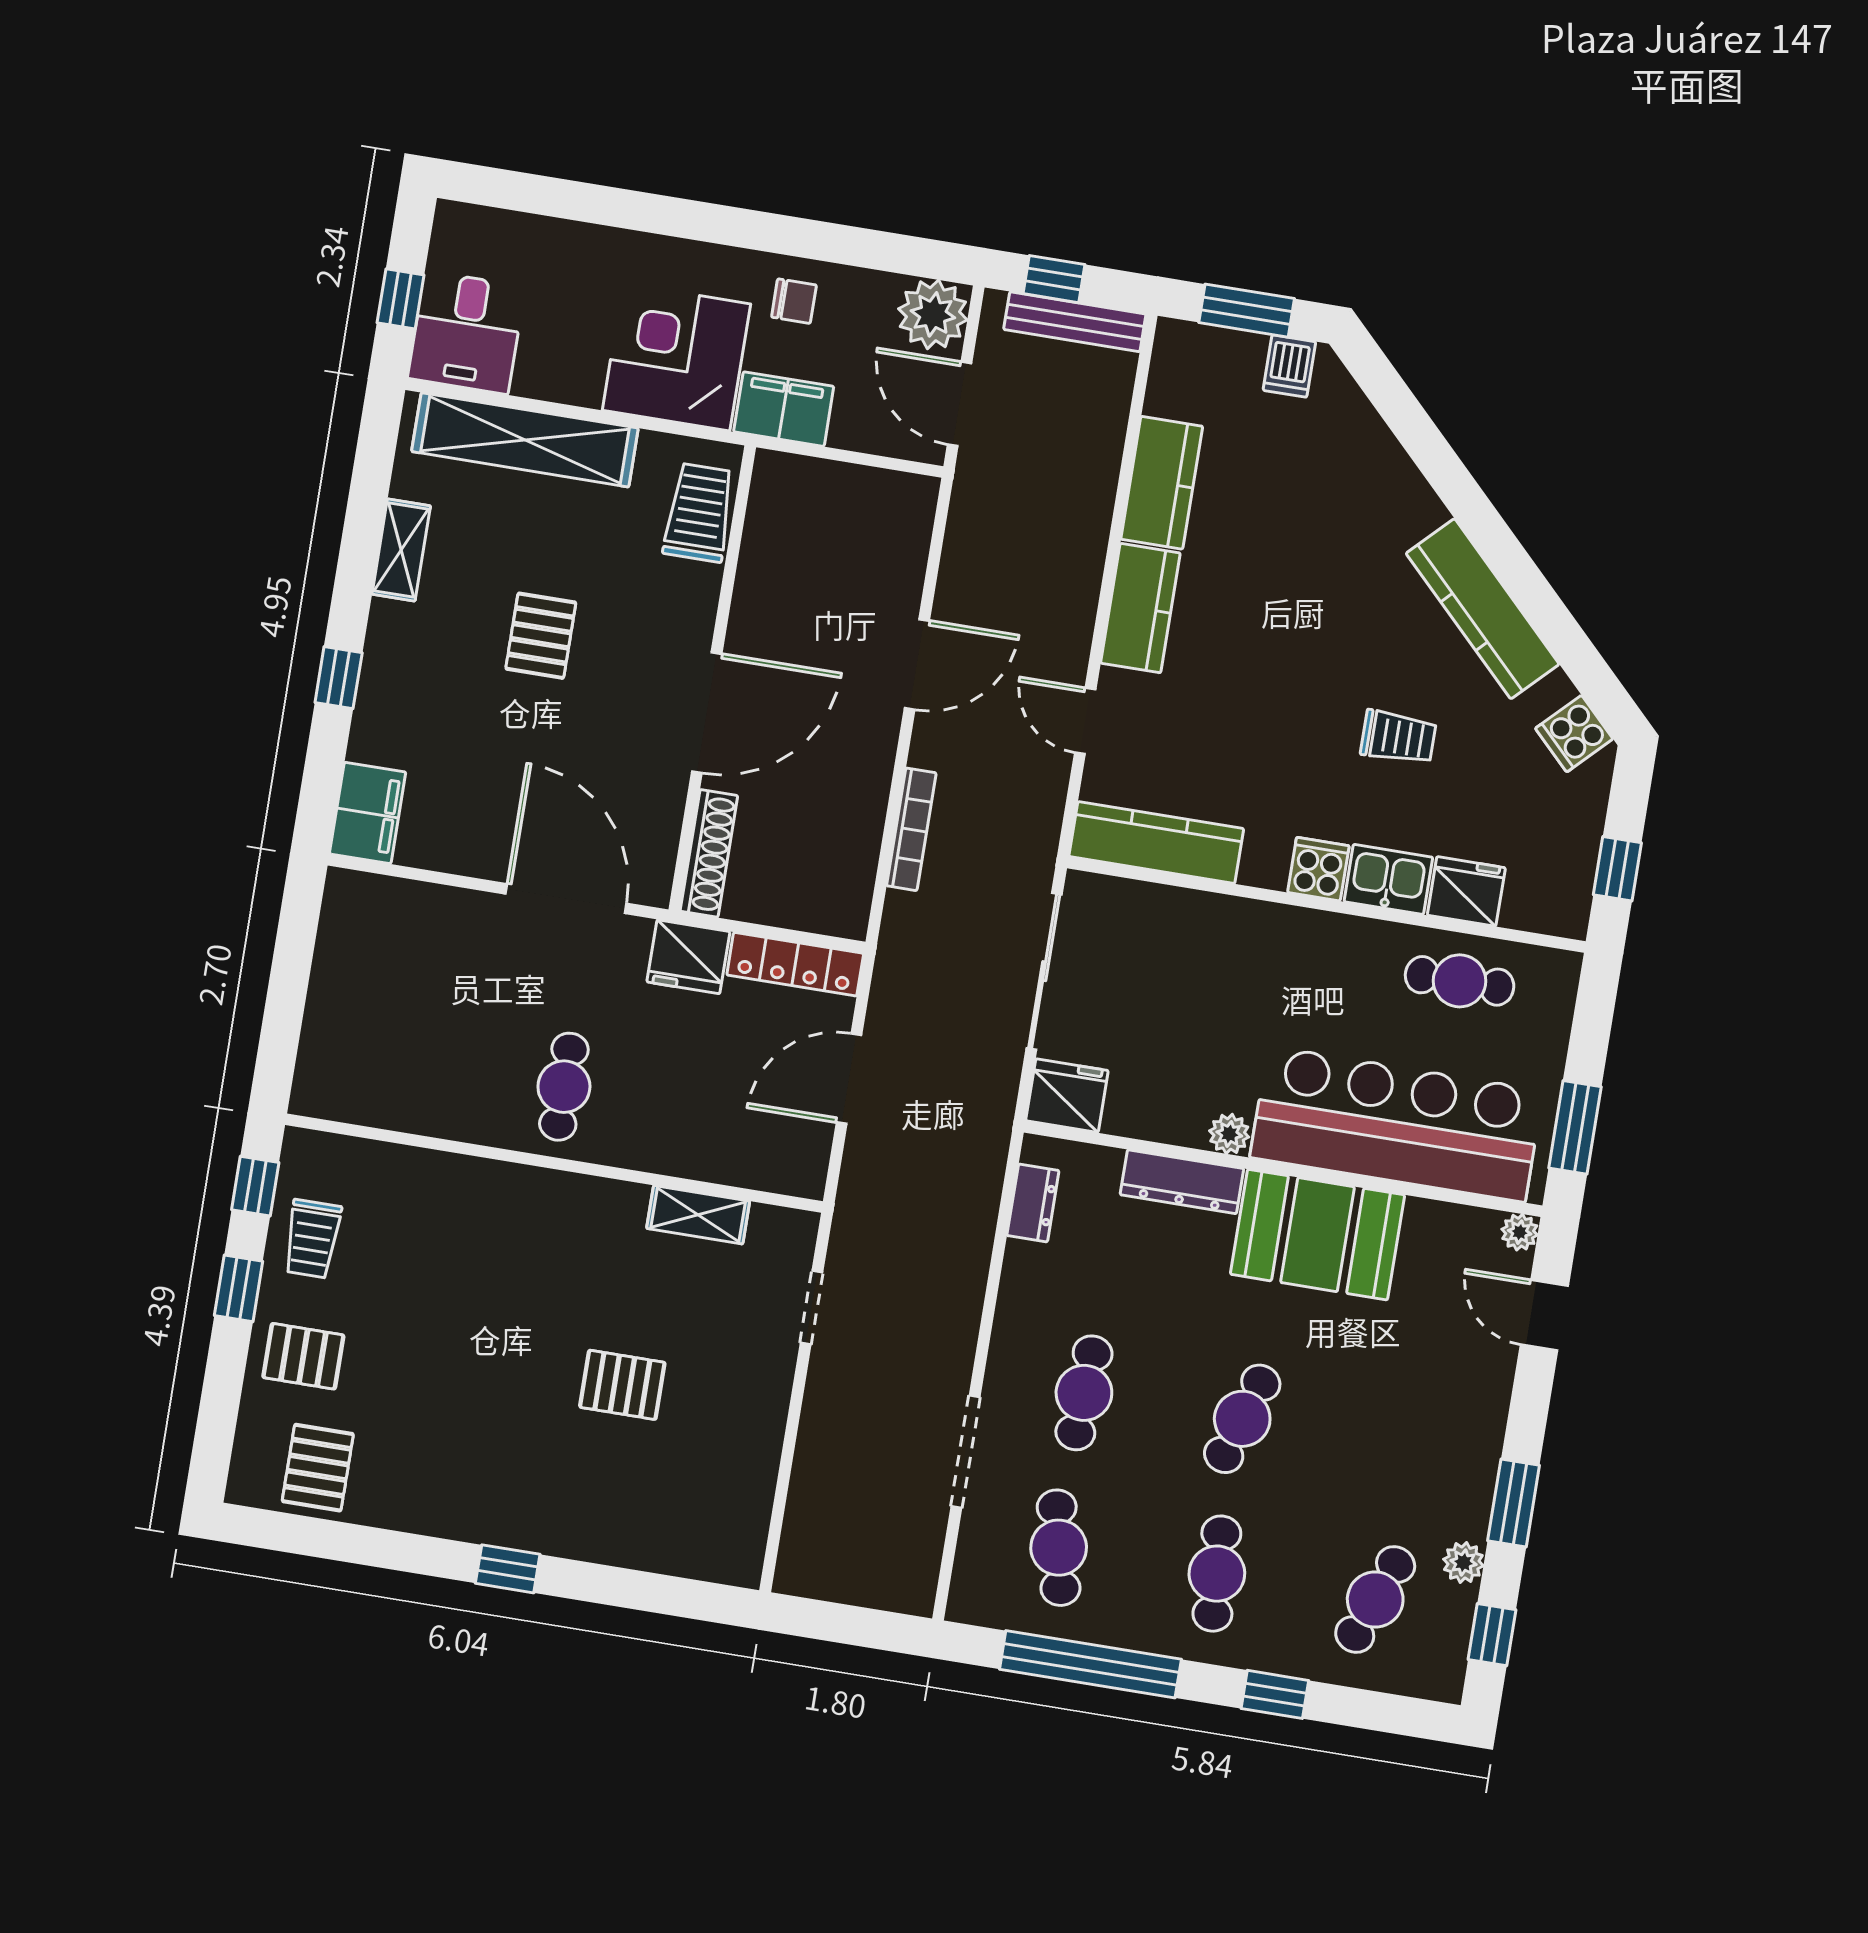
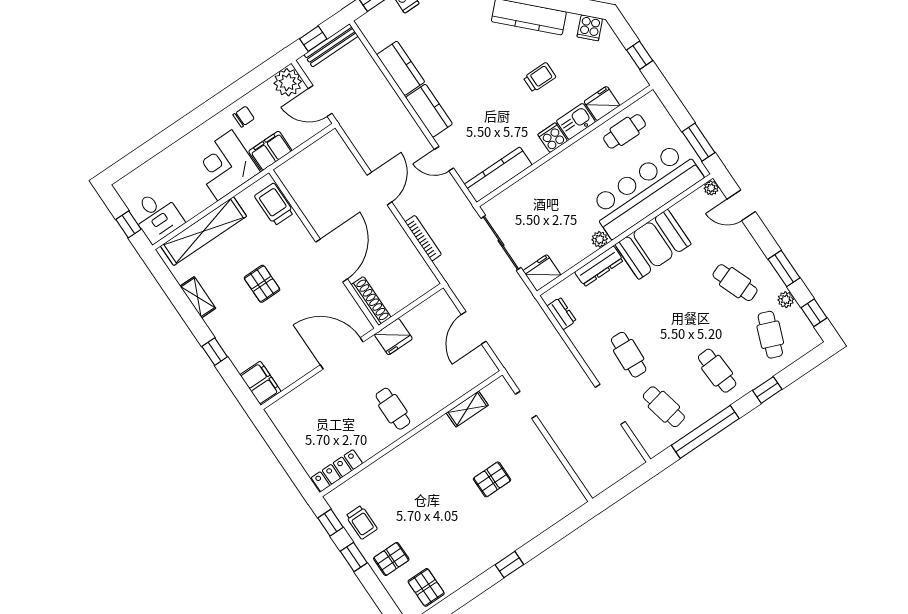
locker: (795, 964) -> (337, 471), moved, turned 180
cafe table: (1242, 1419) -> (735, 283), moved, turned -39

